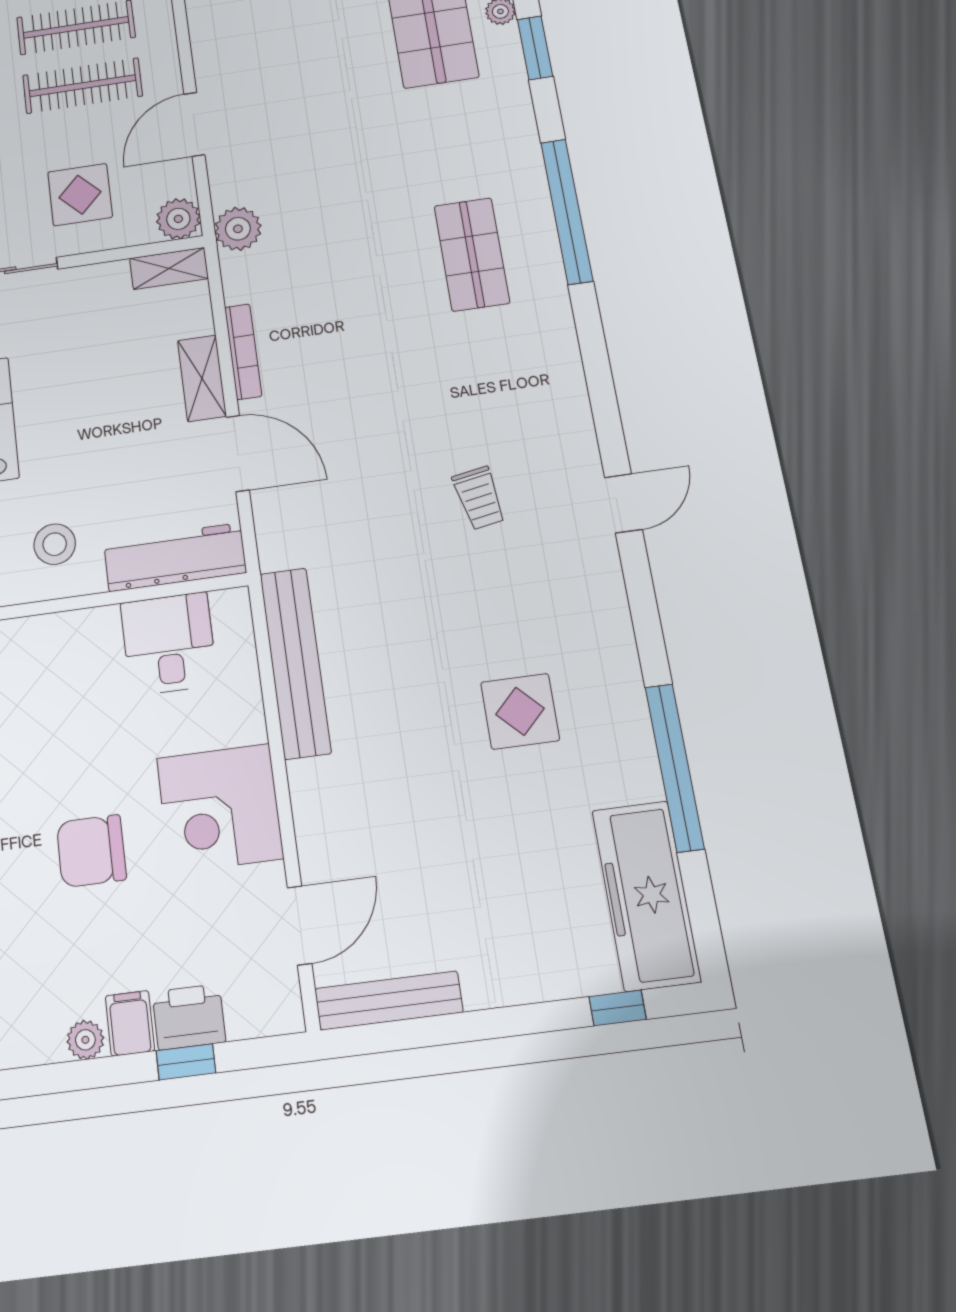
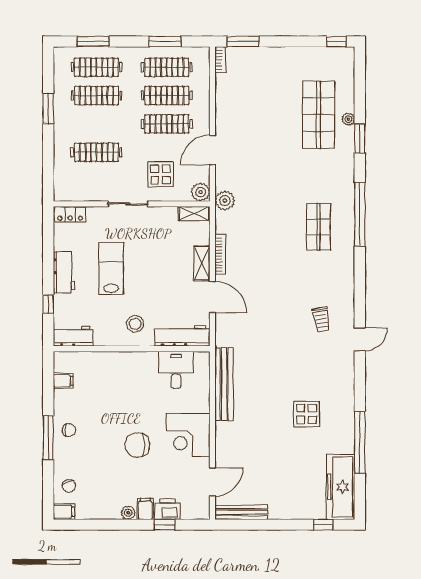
trolley: (479, 498) -> (321, 319), moved

